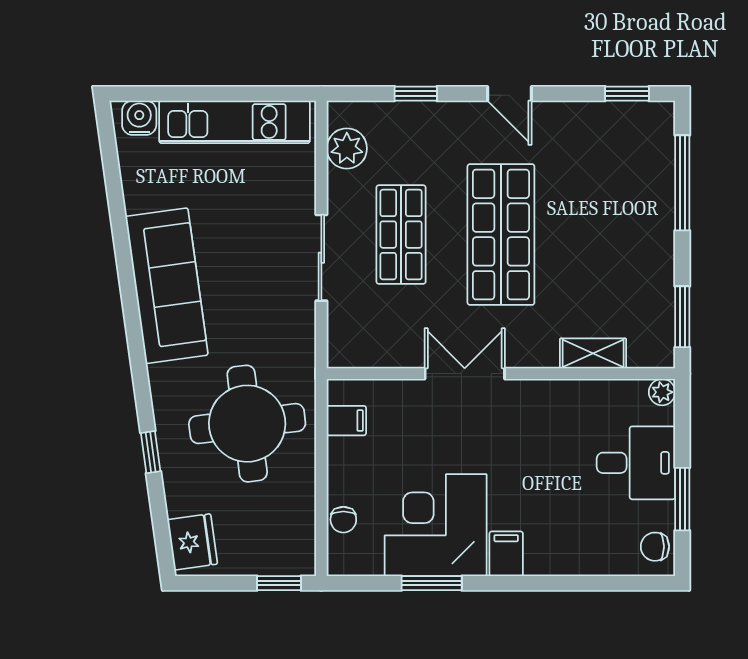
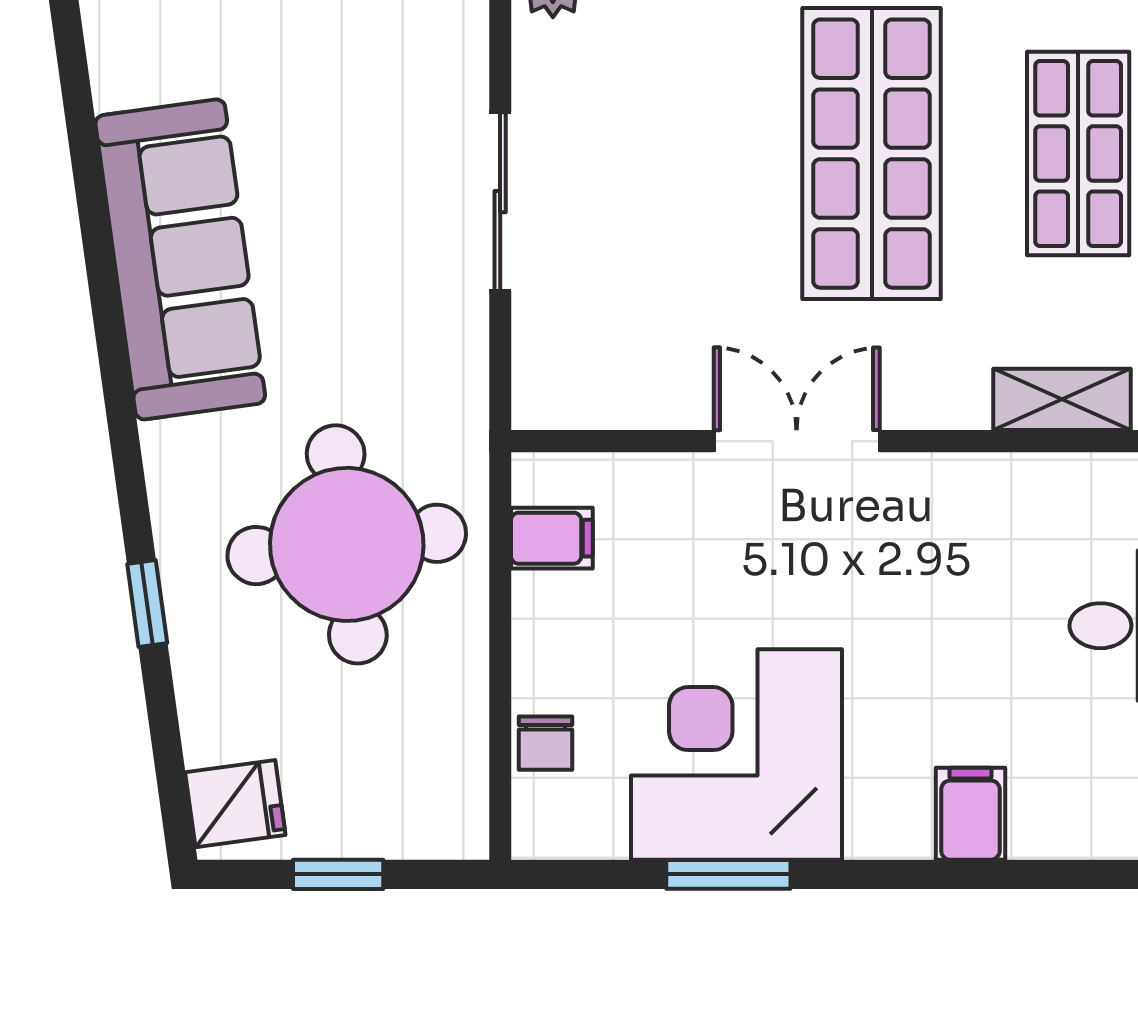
shop shelf: (401, 235) -> (1078, 154), moved
fridge: (192, 542) -> (235, 804), width x0.72
filing cabinet: (506, 554) -> (970, 814), moved
window: (279, 583) -> (338, 874), moved

